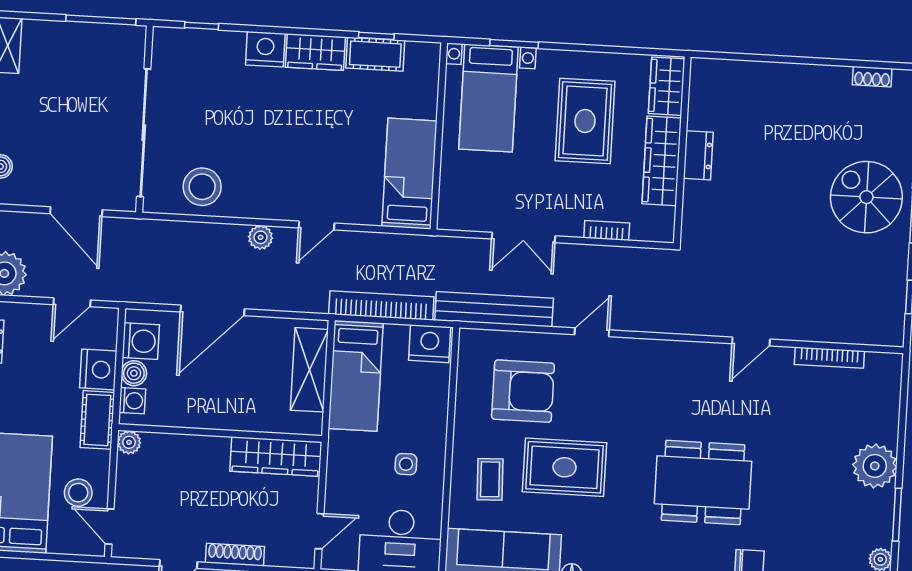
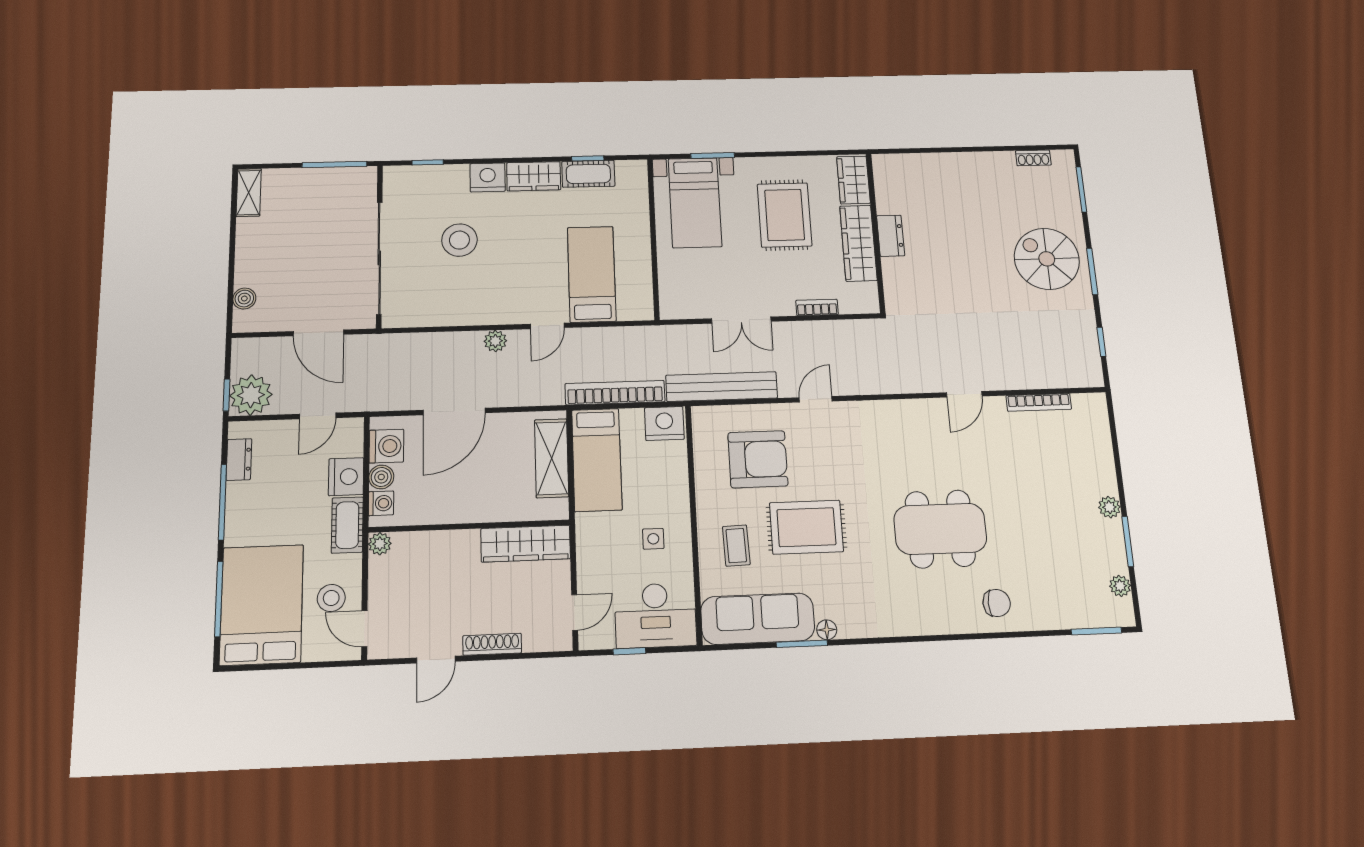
bed: (409, 174) -> (592, 274), moved
stool: (202, 187) -> (459, 240), moved
plant: (875, 466) -> (1109, 507), width x0.53, depth x0.53

